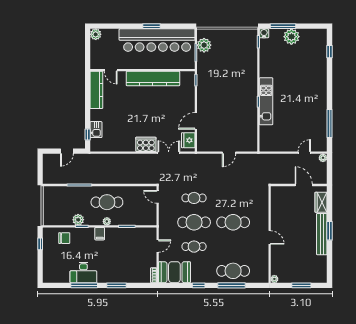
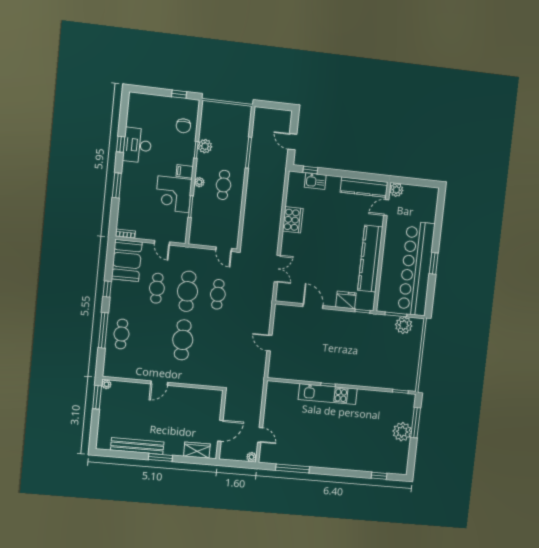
water cooler: (264, 33) -> (410, 399), removed
plant: (96, 34) -> (396, 190), moved
fridge: (188, 140) -> (346, 300), moved
cooker: (146, 144) -> (293, 220), moved
door: (158, 197) -> (224, 249), swing flipped
cafe table: (107, 202) -> (223, 185), width x0.73, depth x0.74
bench: (322, 234) -> (137, 446), moved
corner desk: (119, 241) -> (173, 194), added
cafe table: (233, 271) -> (122, 334), width x0.73, depth x0.74
window: (84, 285) -> (121, 144), width x0.46
window: (301, 285) -> (97, 397), moved

